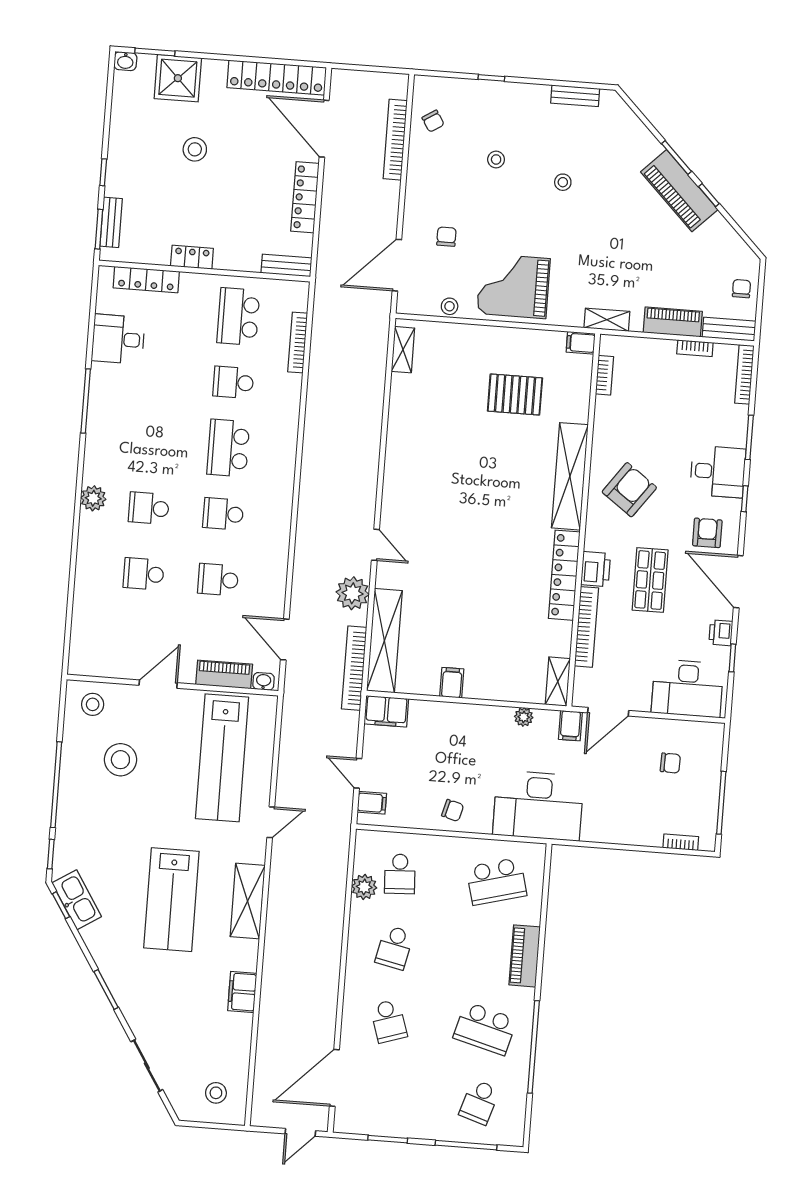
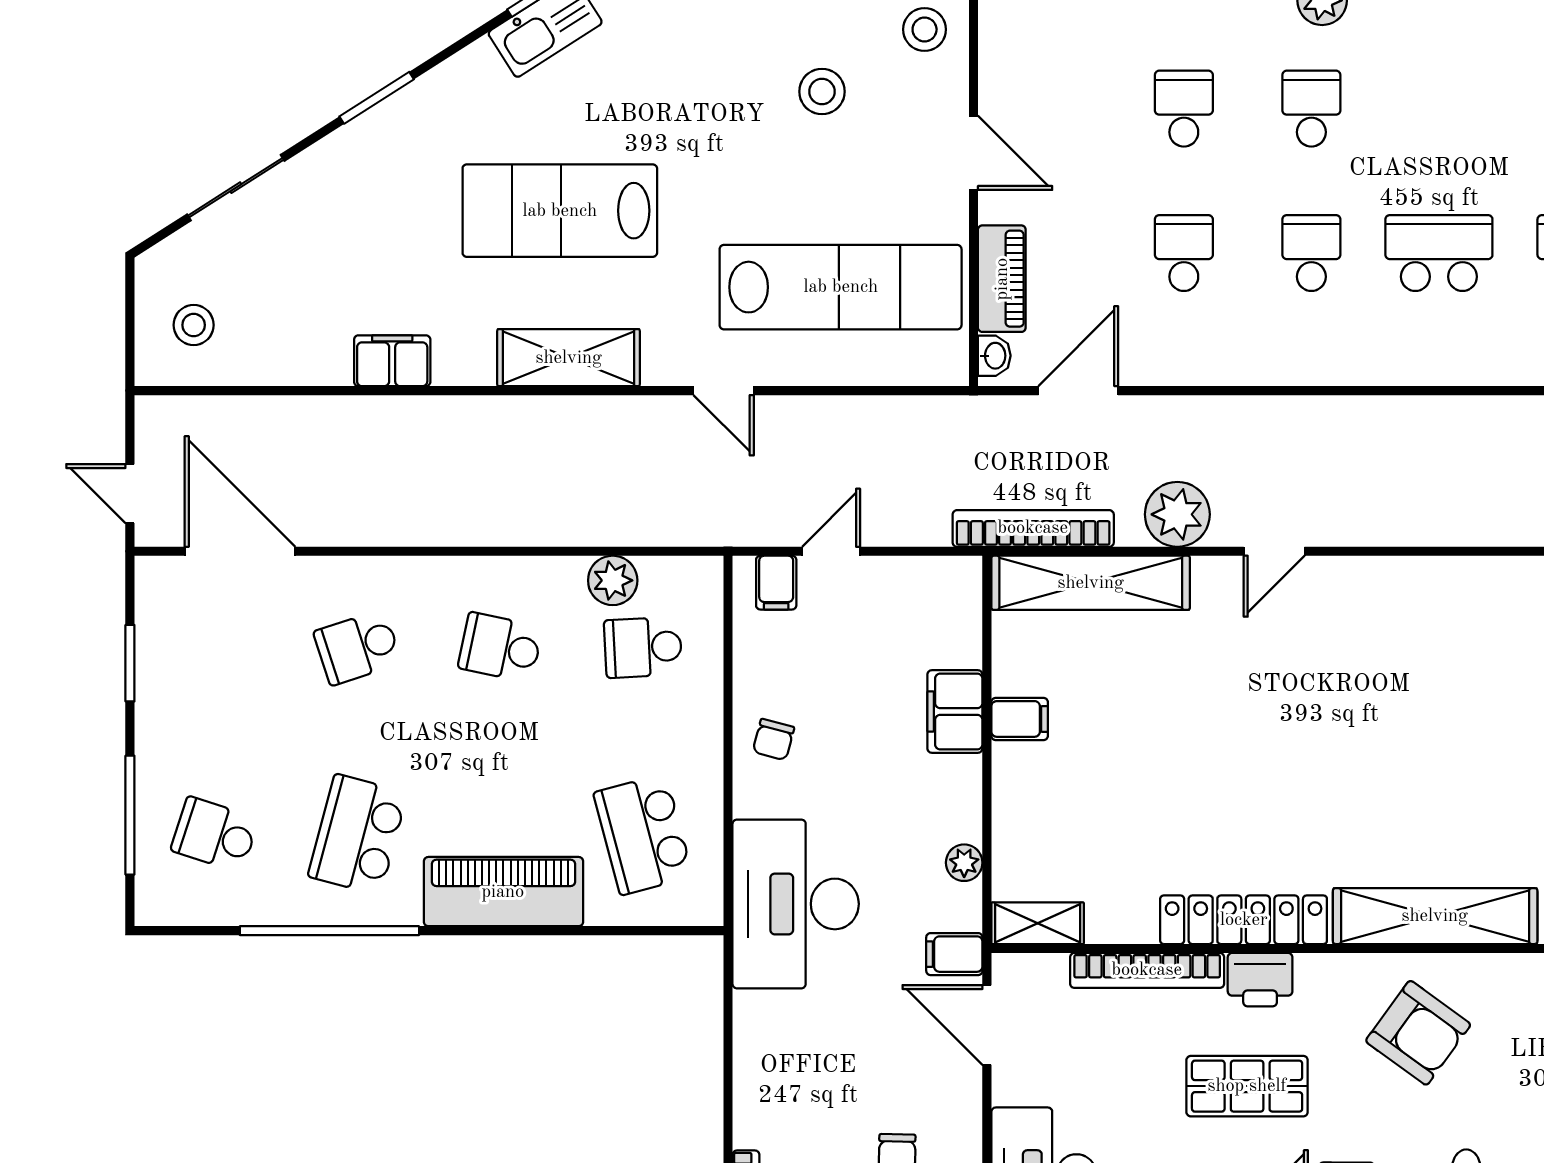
filing cabinet: (386, 711) -> (955, 712), moved
lab bench: (222, 758) -> (841, 287), turned 180
stool: (120, 760) -> (822, 92), width x0.73, depth x0.73
piano: (525, 956) -> (503, 892), width x1.37, depth x1.33

